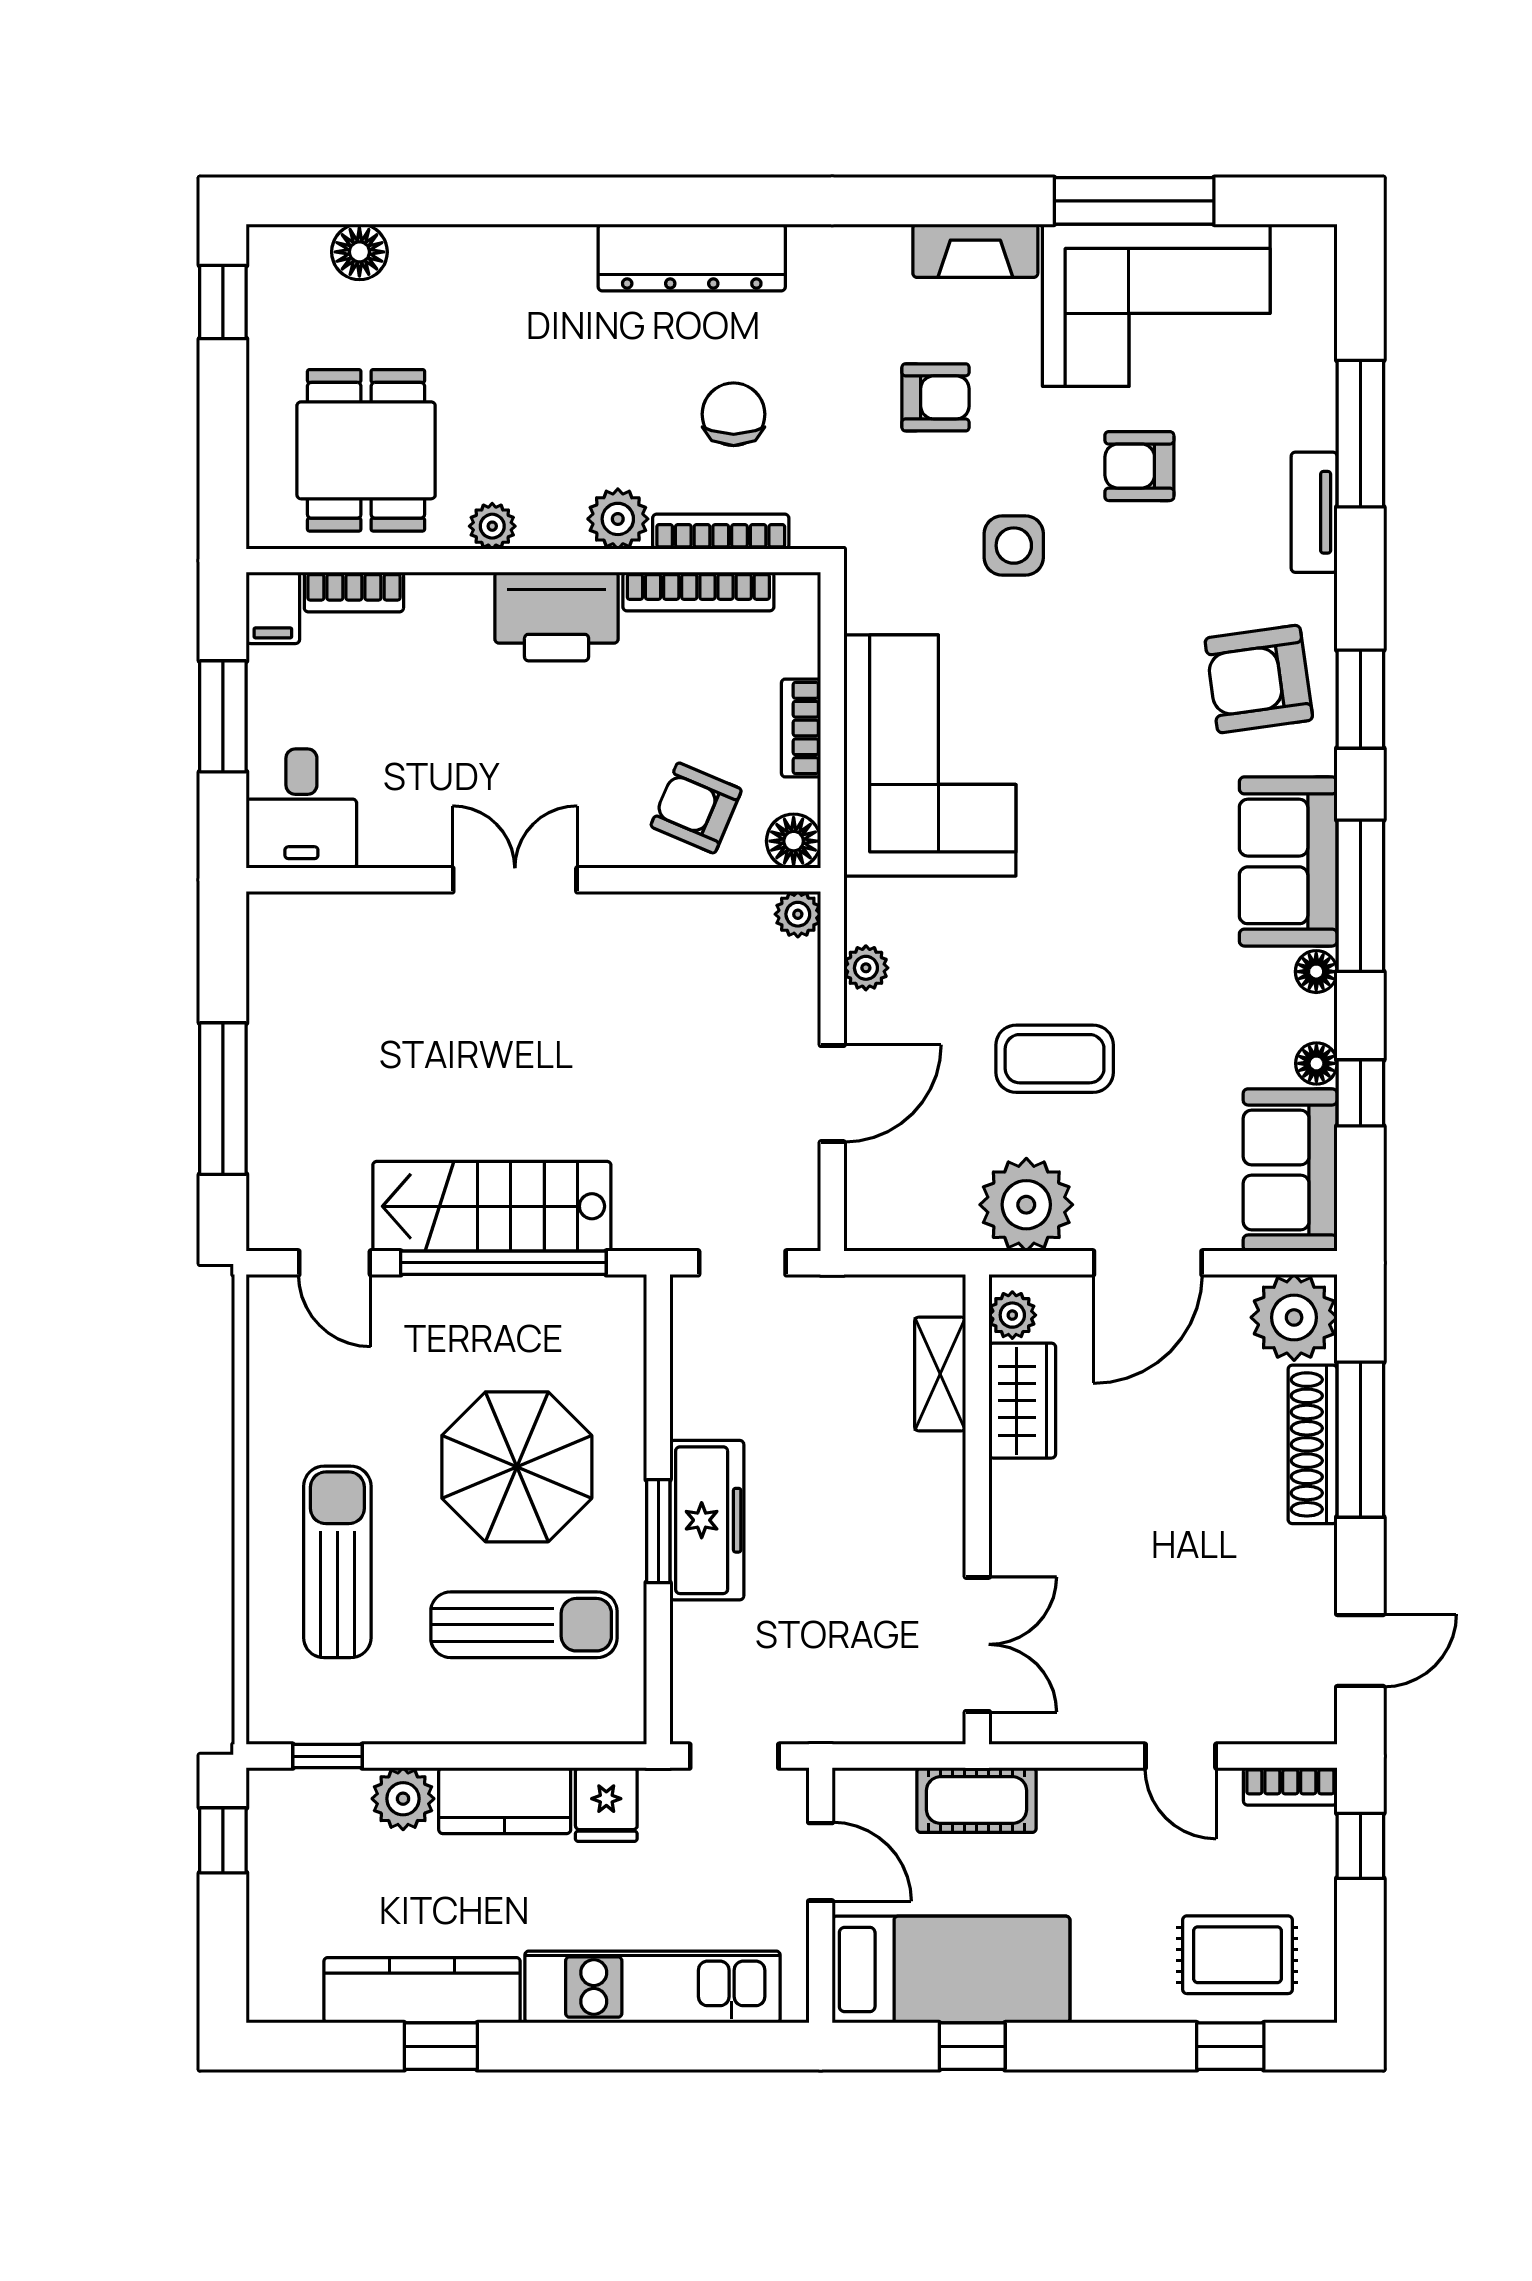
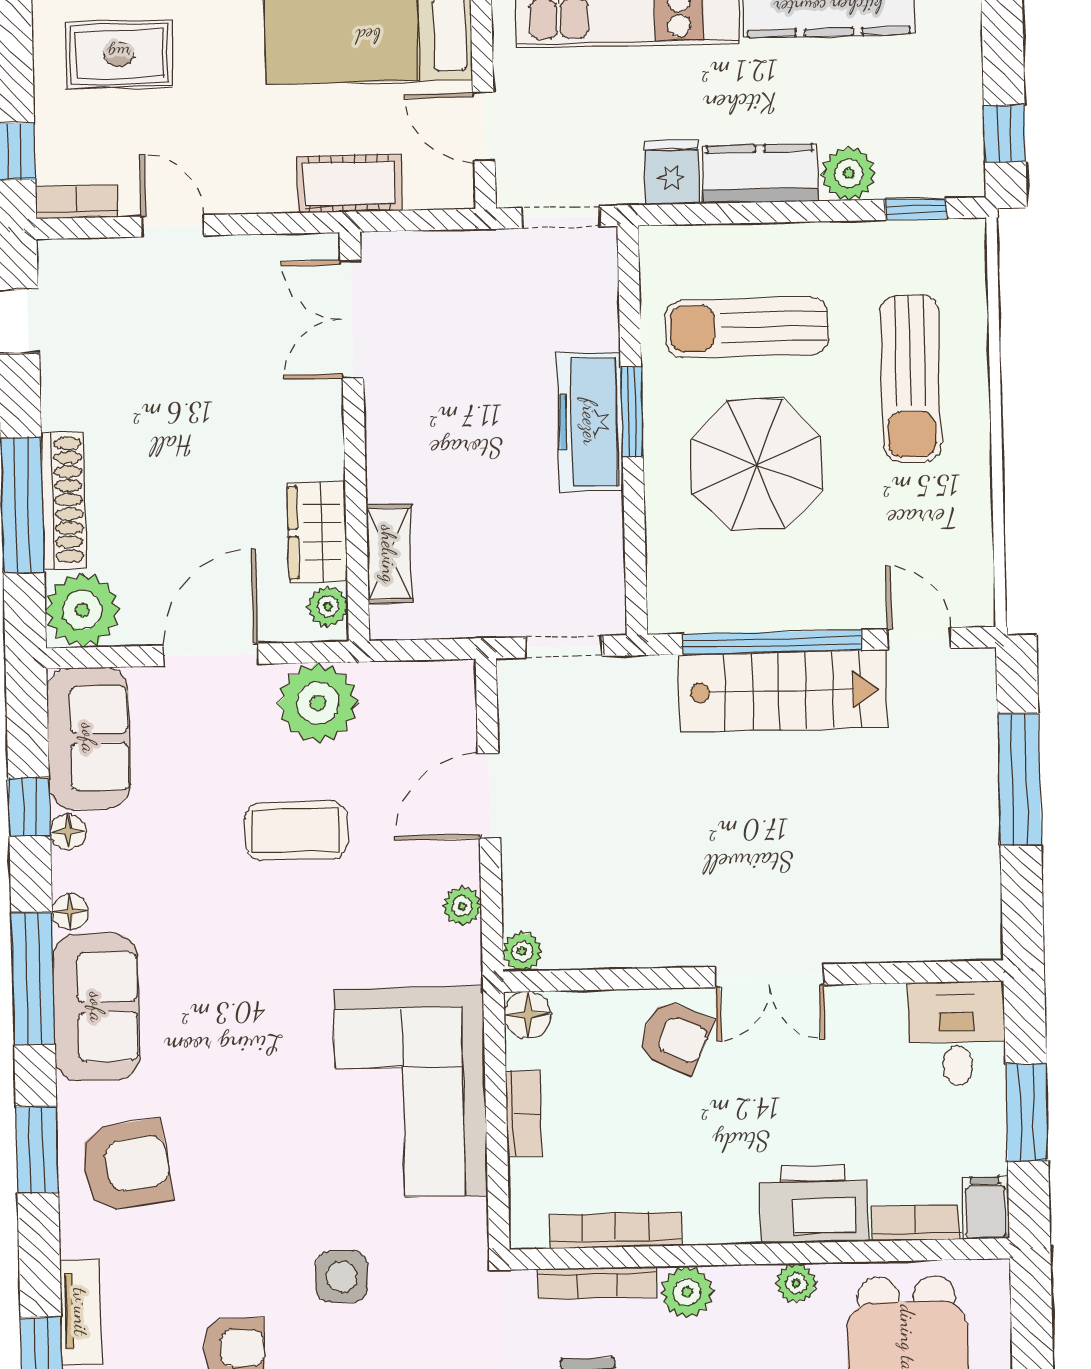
printer: (557, 617) -> (814, 1204), moved
armchair: (696, 808) -> (675, 1037), moved

